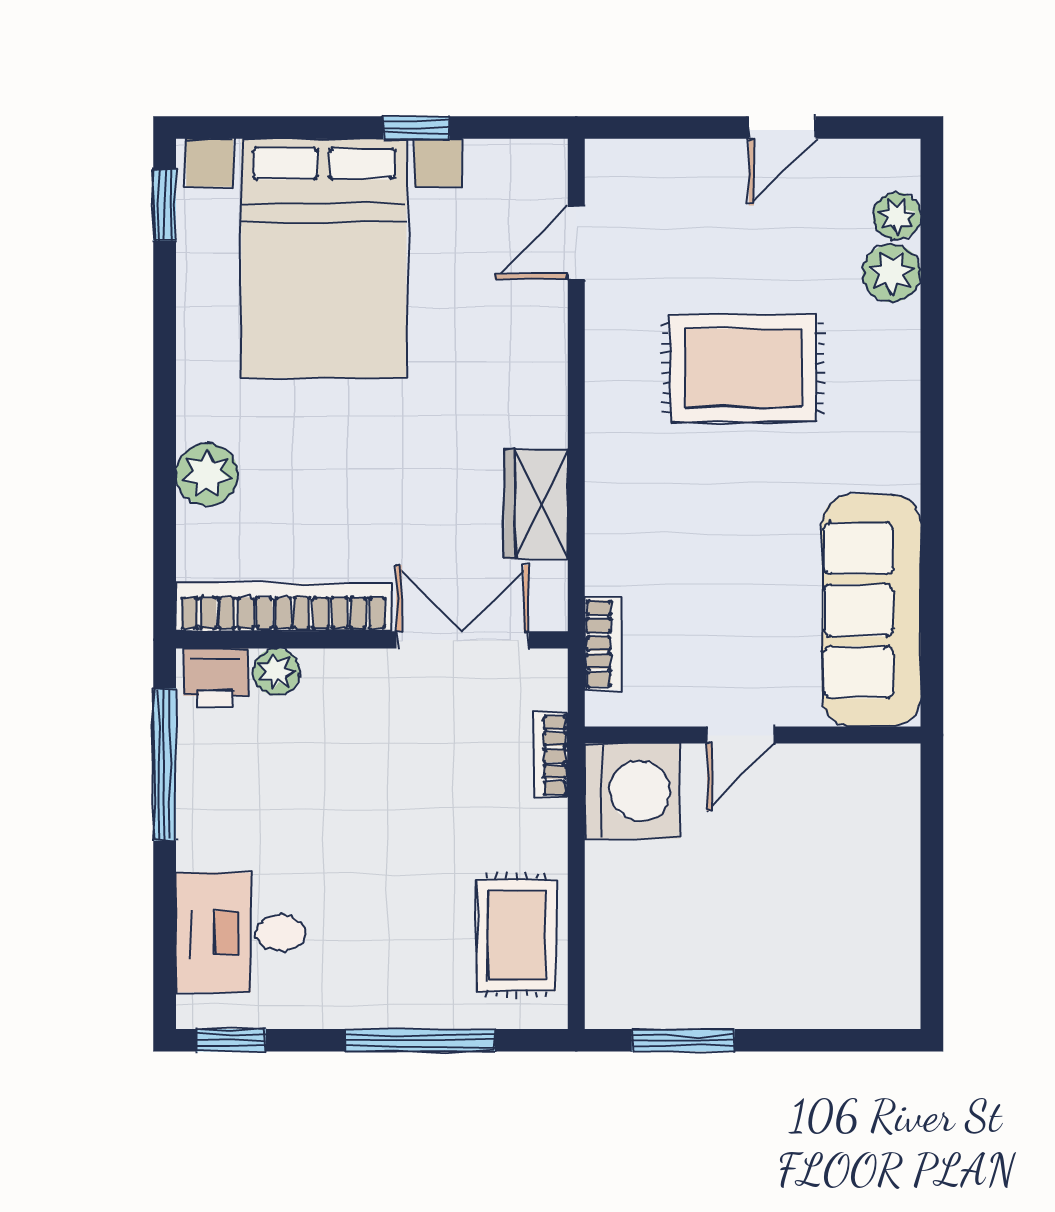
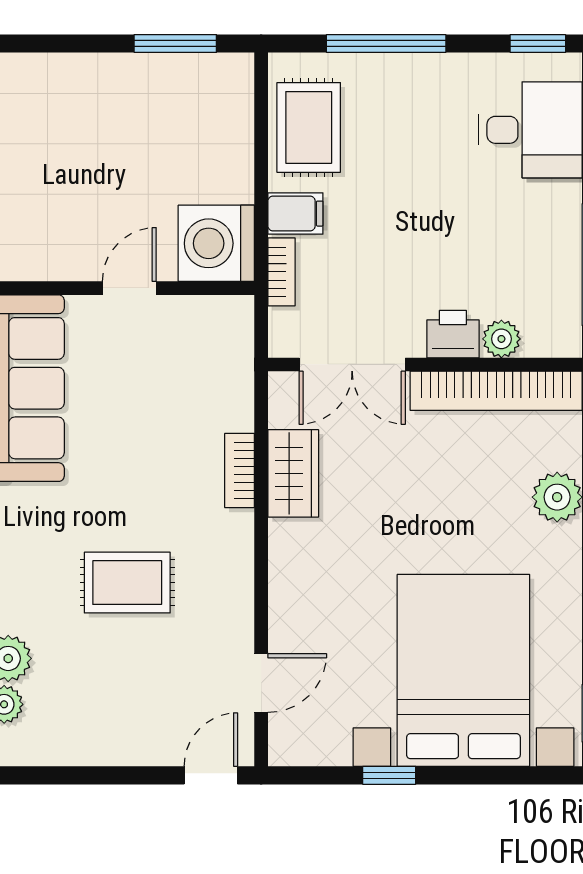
door: (782, 127) -> (211, 775), moved
rug: (743, 368) -> (127, 583), width x0.73, depth x0.70
bookcase: (603, 643) -> (240, 471), moved
printer: (216, 678) -> (453, 334), moved
filing cabinet: (533, 828) -> (295, 214), added

